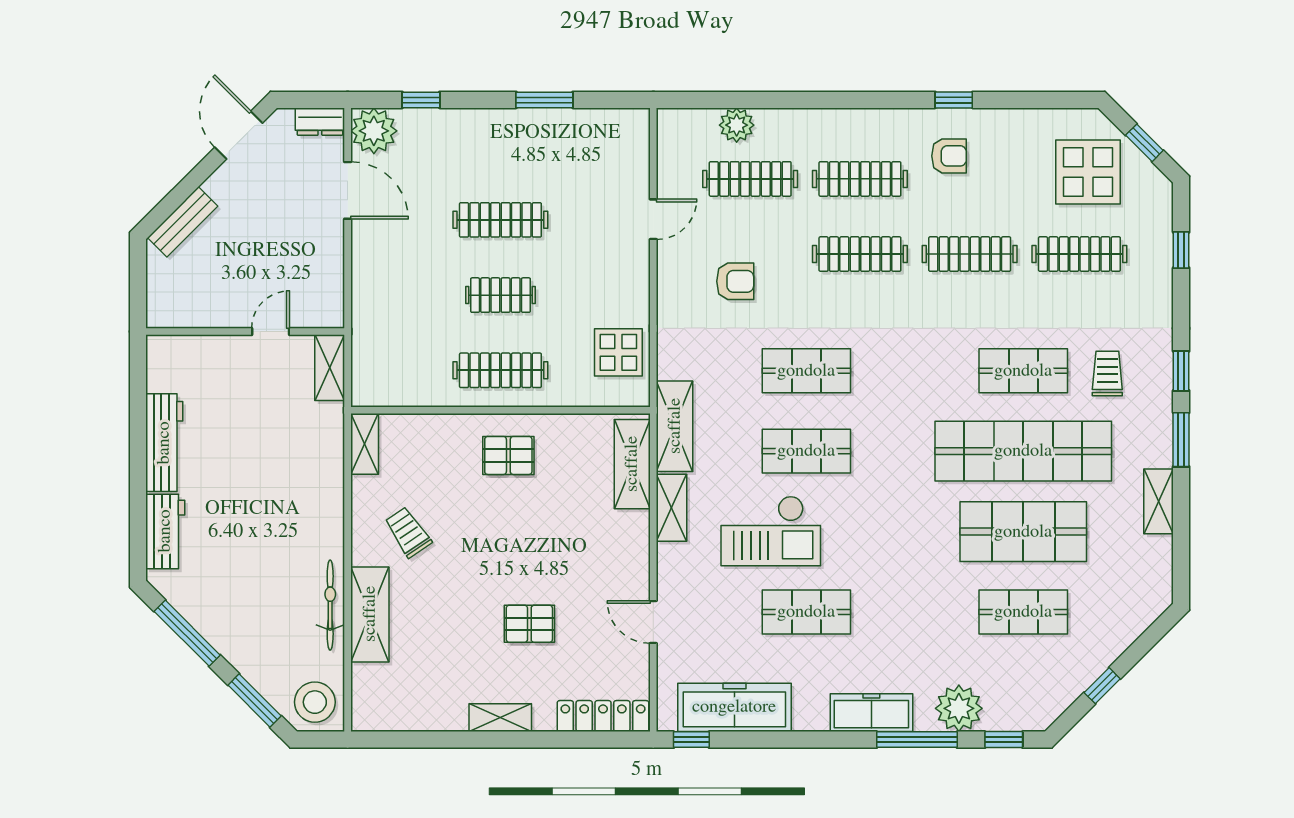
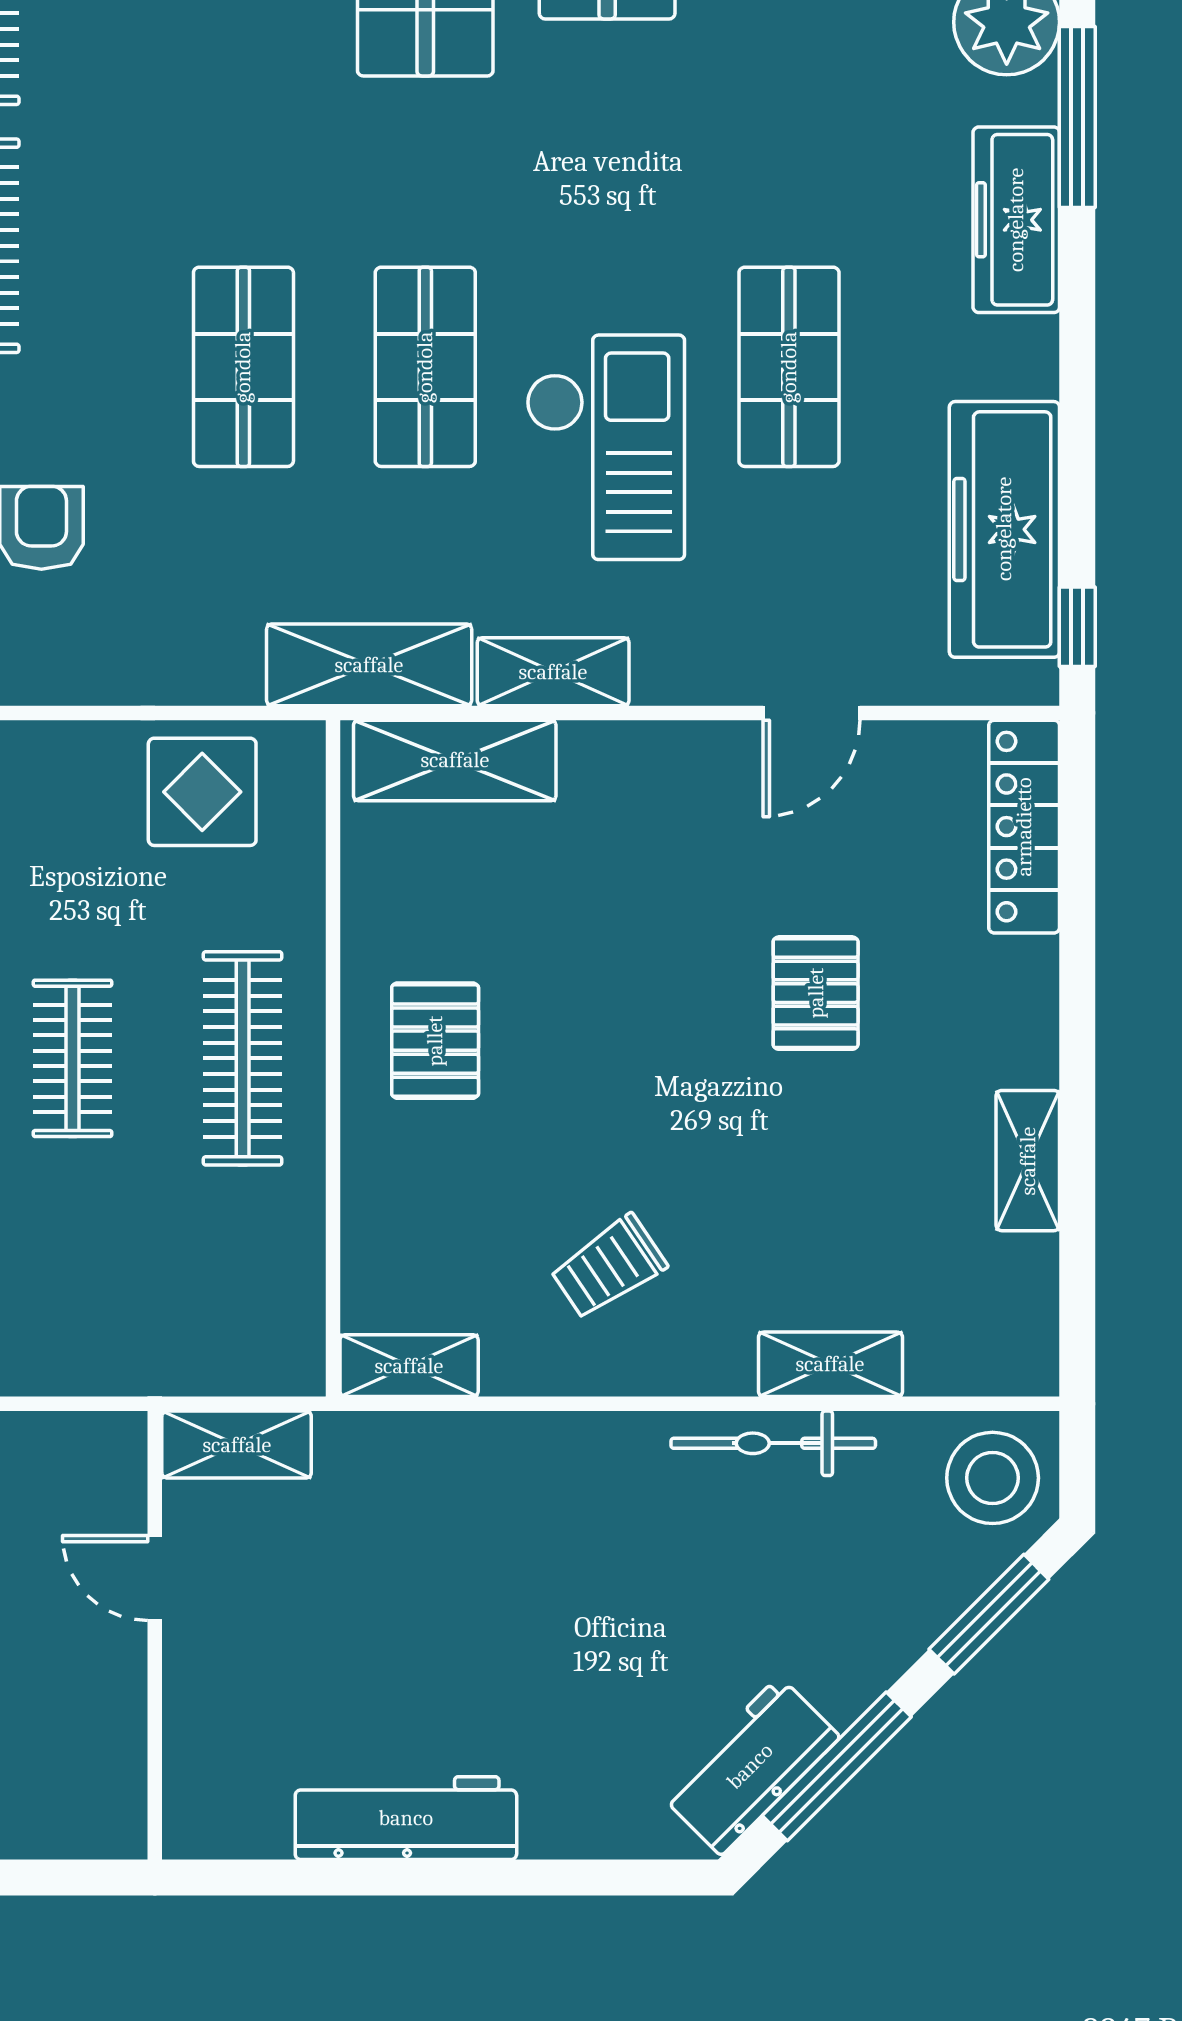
workbench: (165, 531) -> (750, 1766), moved, turned -45
shelving: (370, 614) -> (830, 1364), width x0.67, depth x0.75
shelving: (500, 718) -> (1028, 1161), moved

